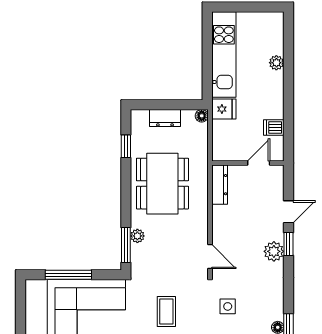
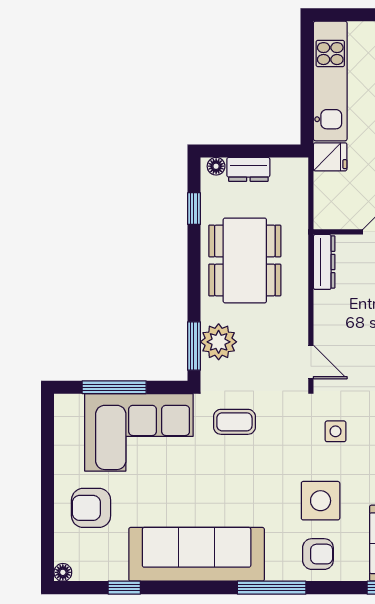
floor lamp: (202, 116) -> (216, 166), moved
plant: (137, 236) -> (219, 342), width x1.87, depth x1.87
coffee table: (166, 312) -> (234, 422), moved, turned 90

